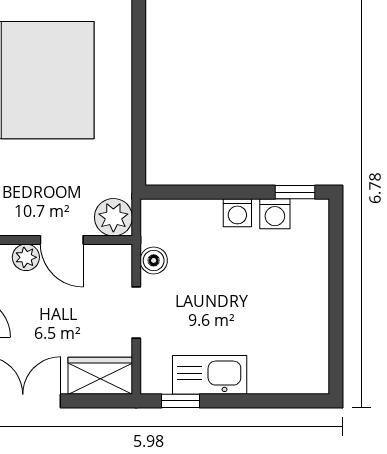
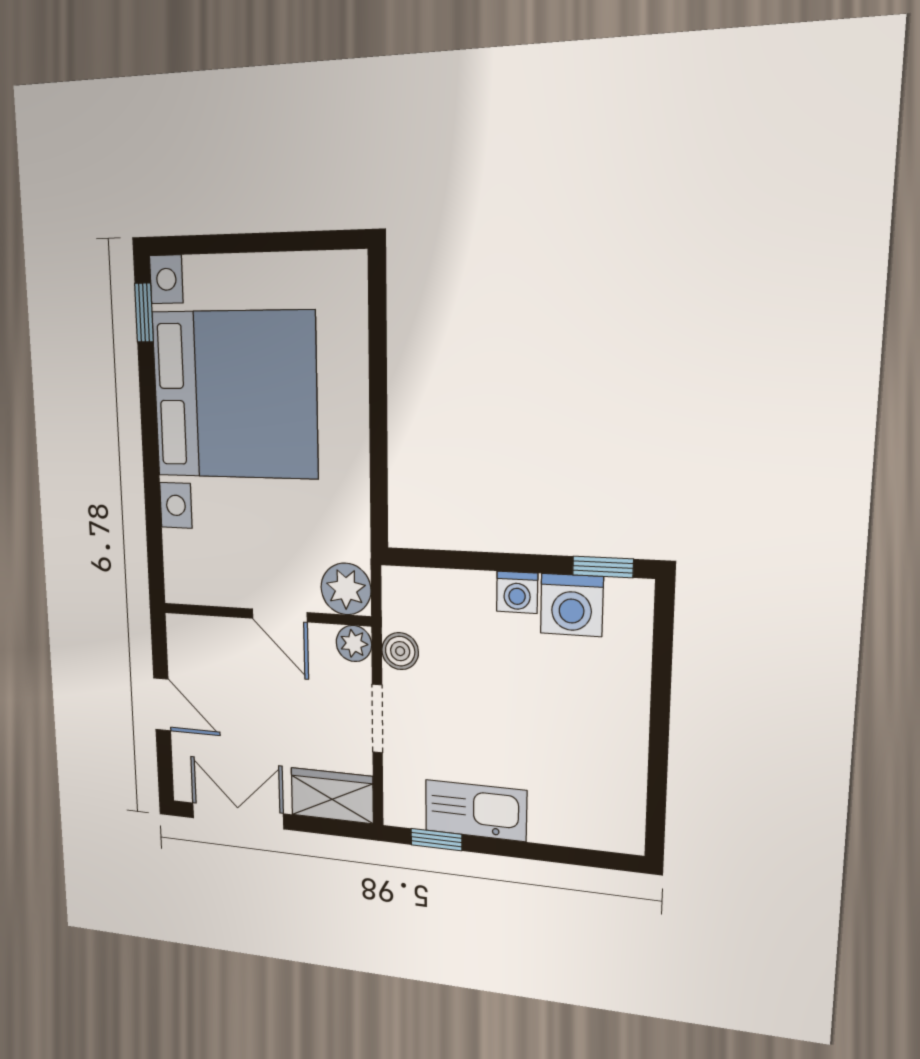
washing machine: (275, 214) -> (572, 605), width x1.38, depth x1.38
plant: (26, 257) -> (354, 644), moved

